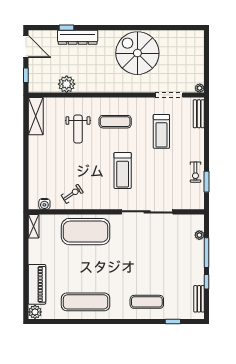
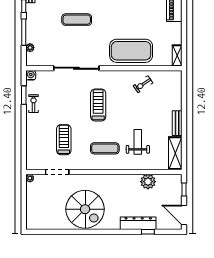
bench: (199, 114) -> (177, 123), moved
water cooler: (44, 204) -> (31, 75), moved
exercise mat: (147, 267) -> (77, 20), added

